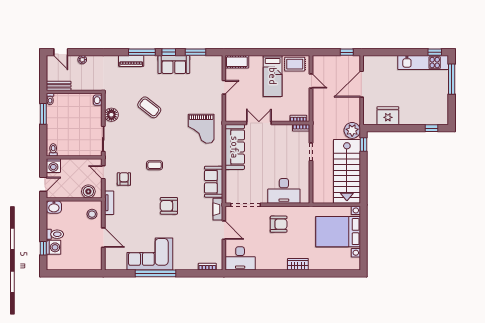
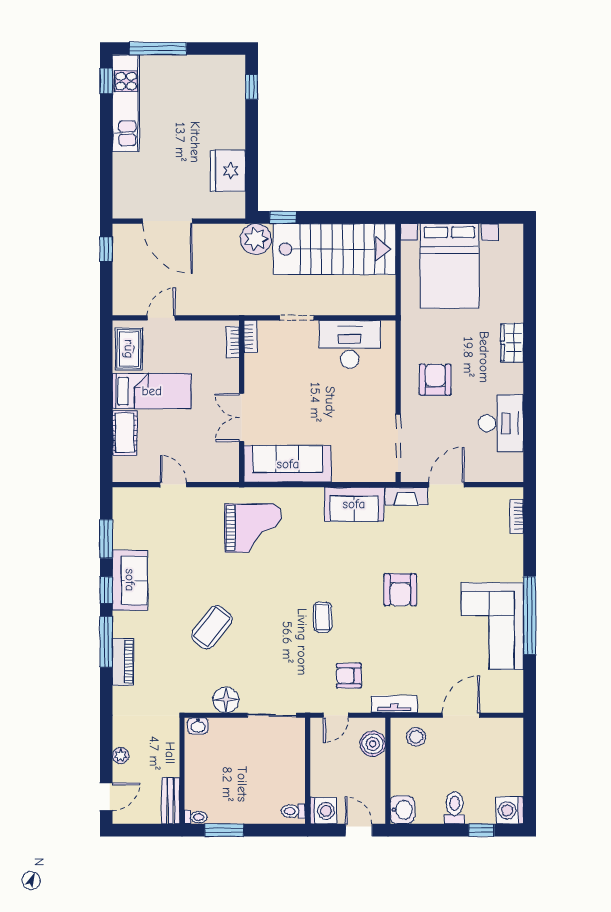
cot: (237, 62) -> (125, 433), moved
desk: (284, 191) -> (350, 344), moved, turned -90
washing machine: (54, 247) -> (510, 810), moved, turned -90
desk: (240, 258) -> (501, 423), moved

